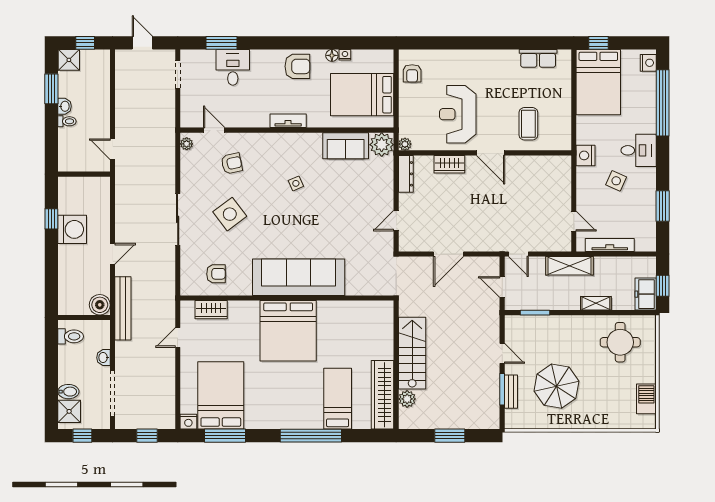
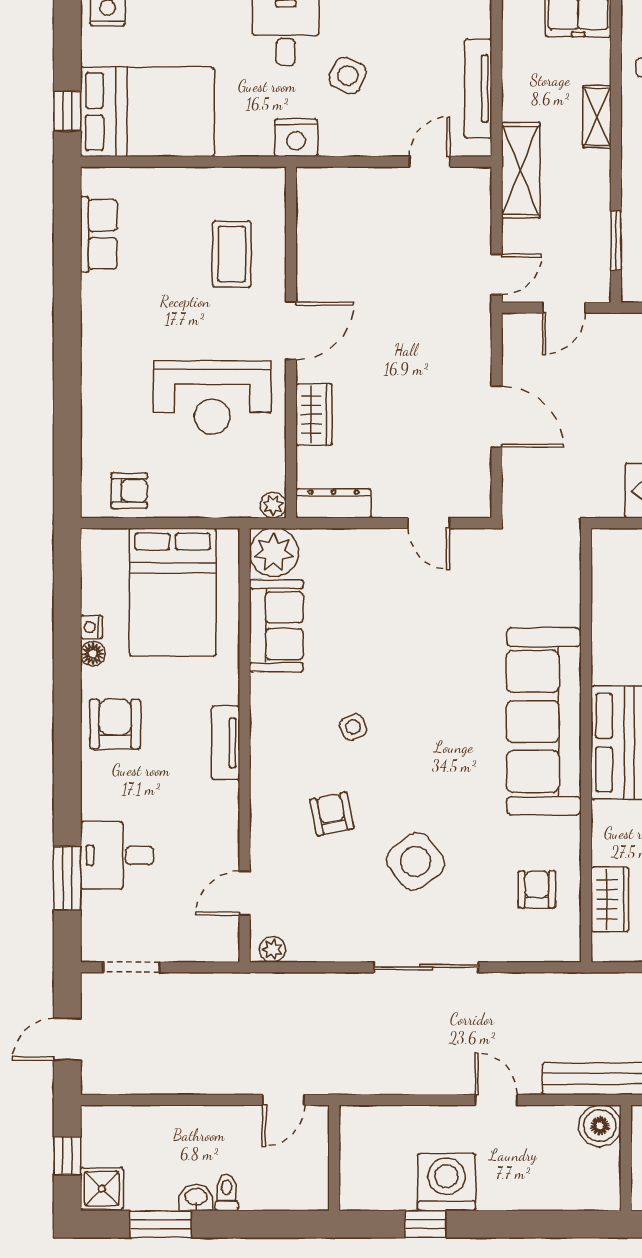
coffee table: (528, 124) -> (232, 254), turned 90
armchair: (232, 163) -> (332, 814), moved

